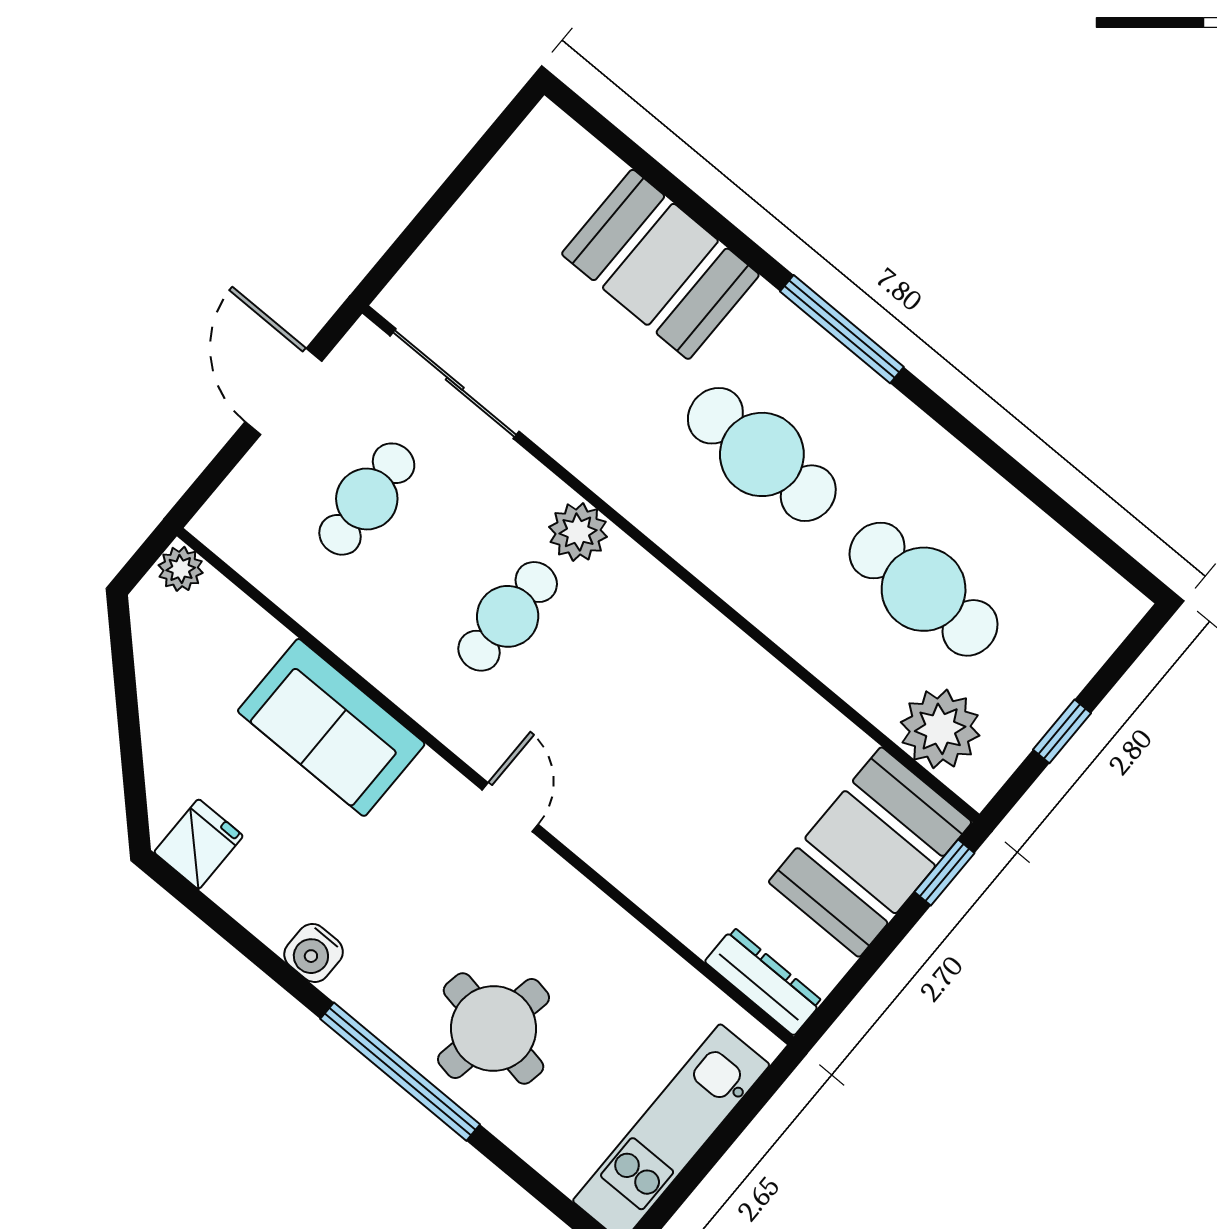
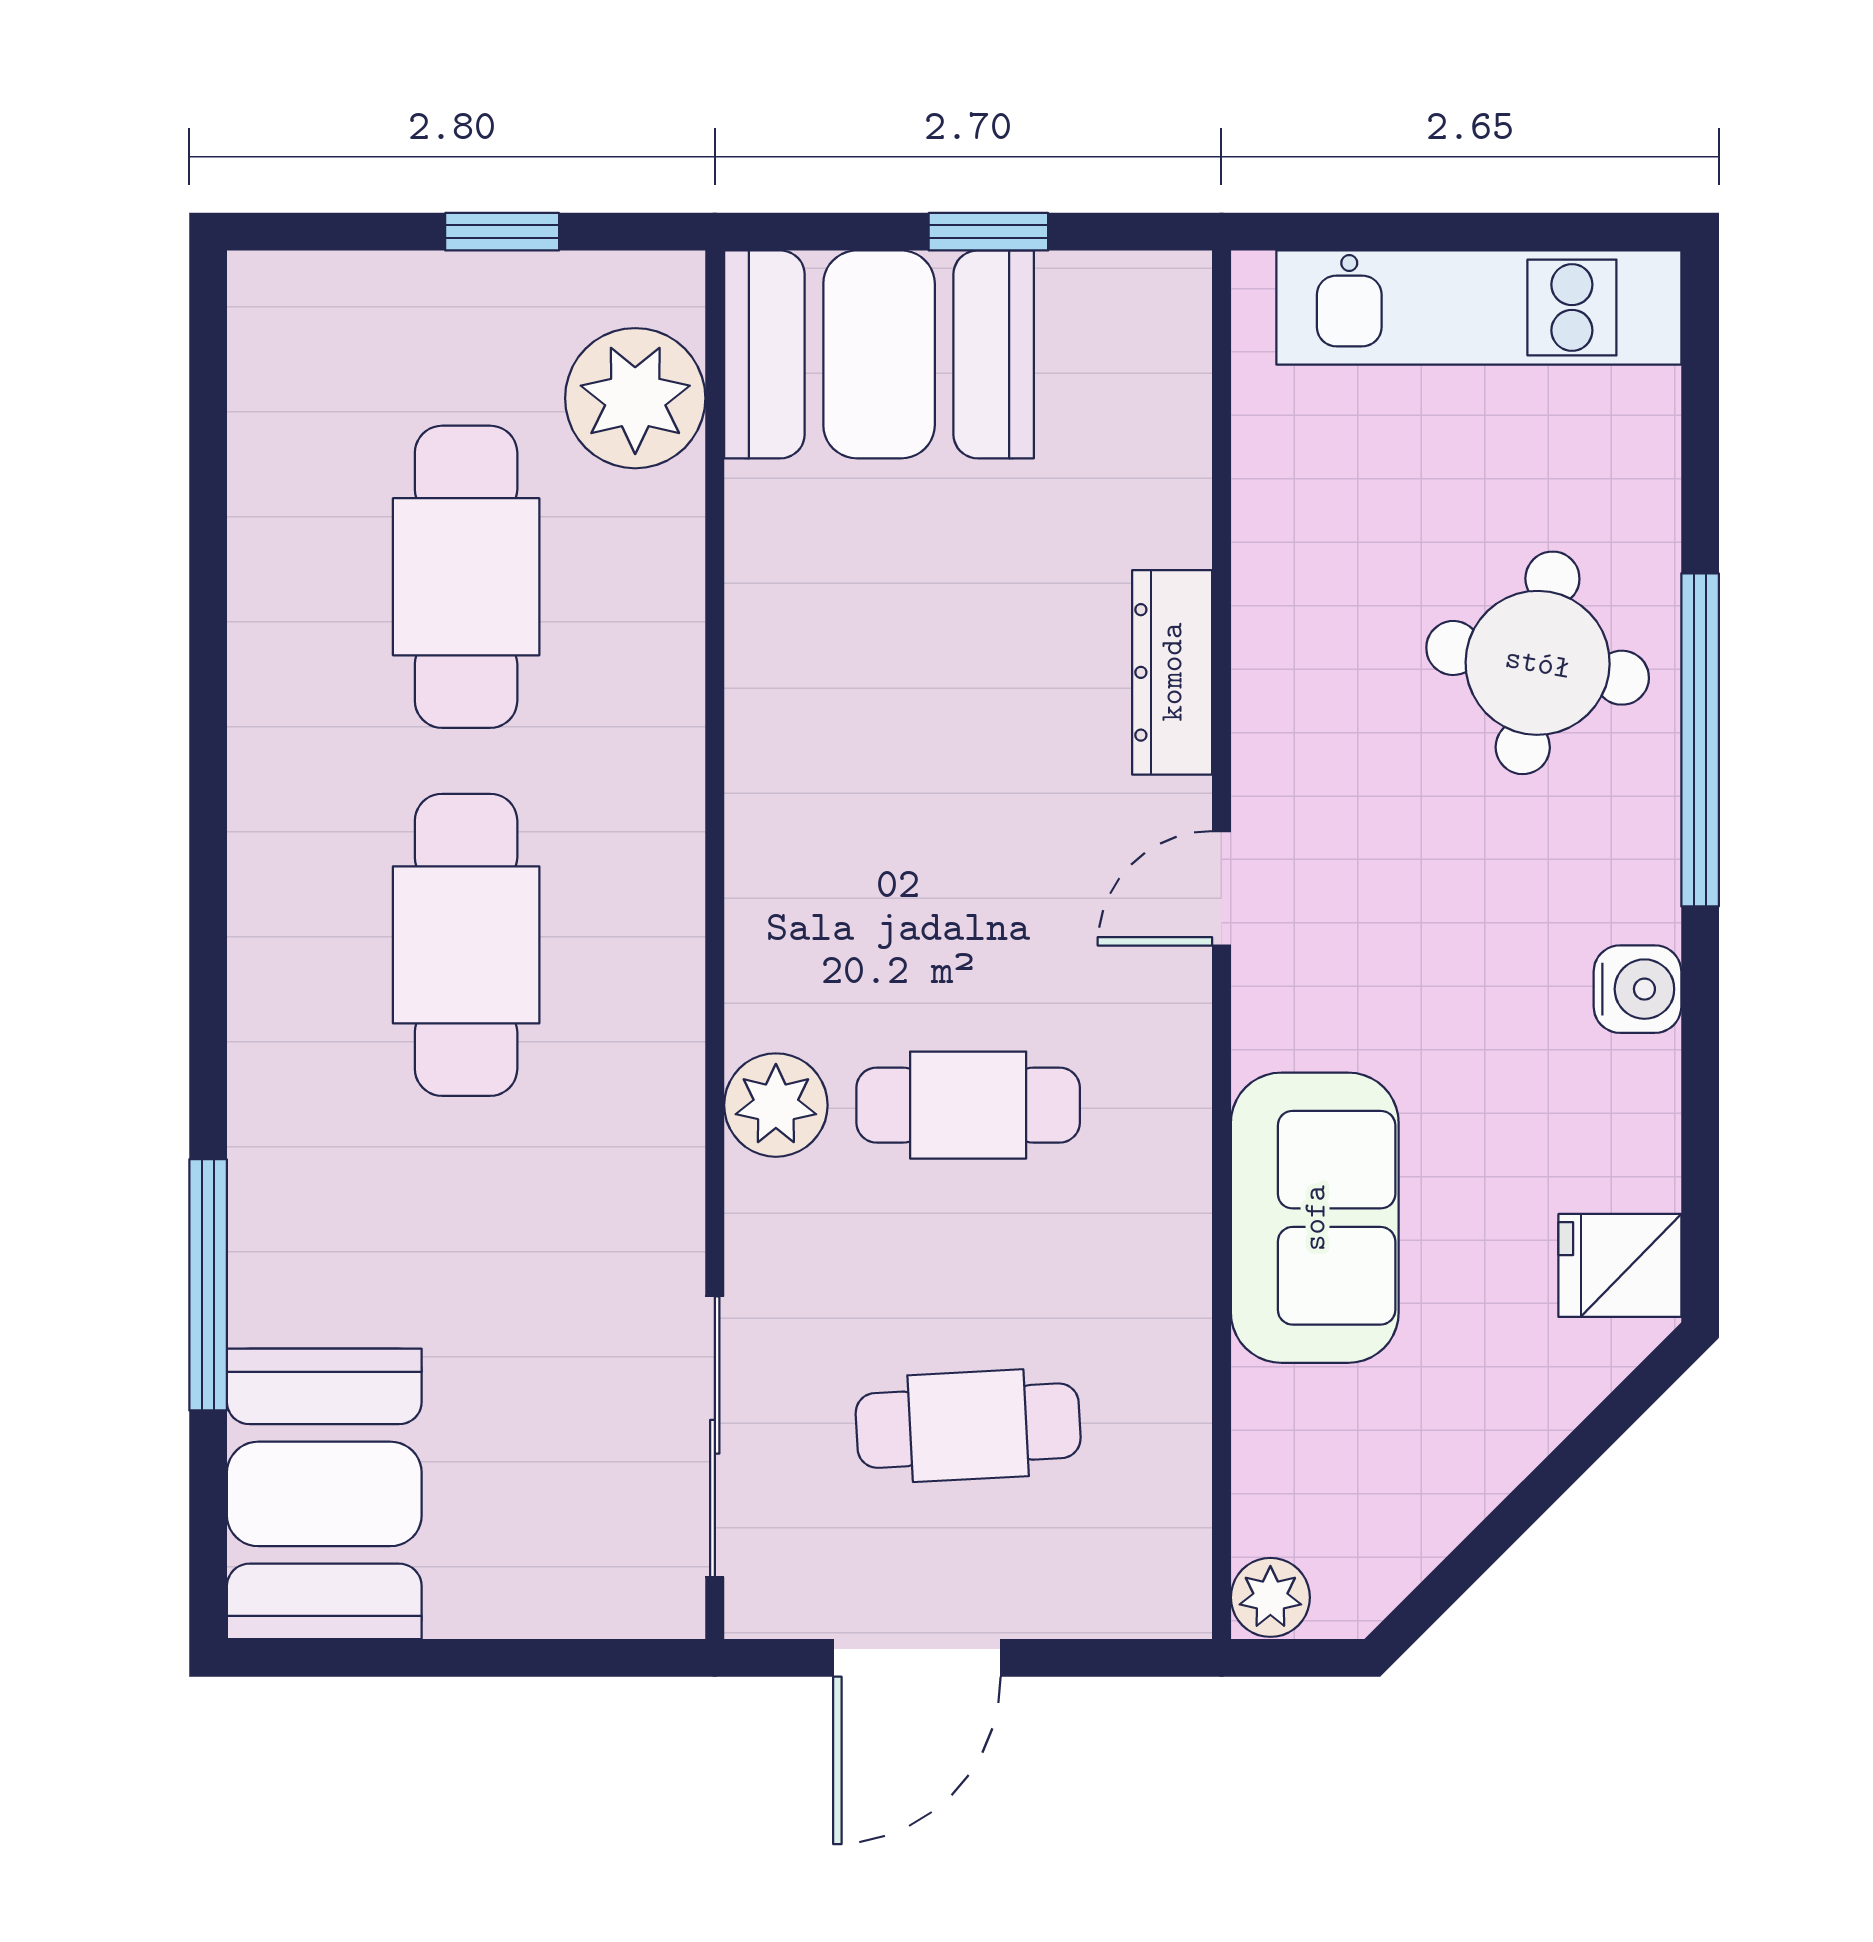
booth: (660, 264) -> (324, 1494), moved
window: (842, 329) -> (208, 1285), moved
window: (944, 873) -> (988, 232), moved
dresser: (764, 981) -> (1172, 672), moved

